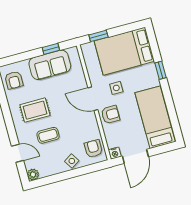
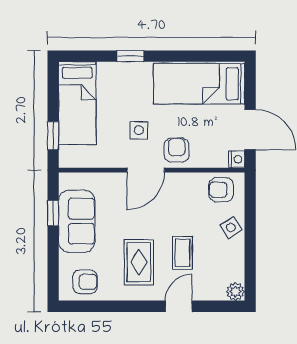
bed: (124, 51) -> (77, 103), width x0.67
door: (18, 153) -> (179, 306), moved

